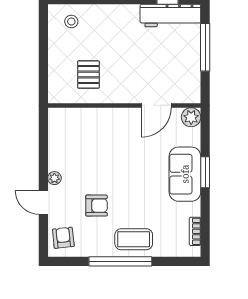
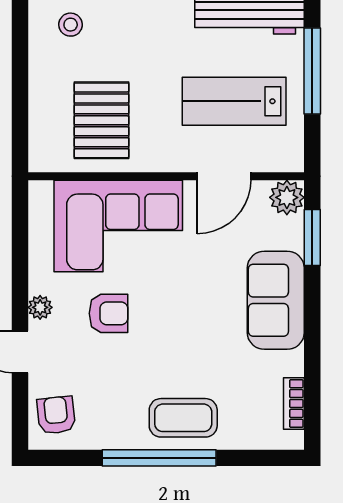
lab bench: (162, 64) -> (234, 101), added
pallet: (88, 75) -> (101, 120), width x1.50, depth x1.42
corner sofa: (98, 133) -> (118, 226), added
window: (205, 172) -> (312, 238), moved
armchair: (97, 206) -> (108, 313), moved

